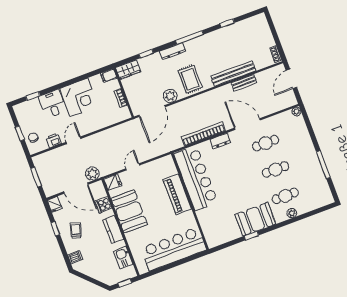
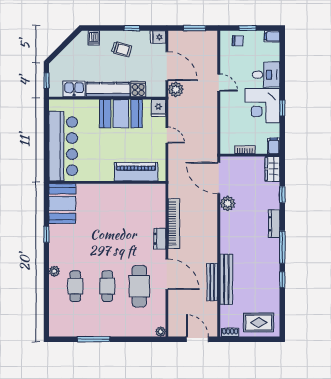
window: (227, 23) -> (282, 280), moved
rug: (190, 79) -> (259, 322), moved
bench: (244, 83) -> (212, 282), width x1.36
window: (33, 96) -> (282, 108), moved
filing cabinet: (19, 111) -> (272, 36), added
door: (247, 124) -> (167, 274), hinge flipped
printer: (54, 140) -> (227, 62), removed
cafe table: (266, 143) -> (139, 286), width x1.37, depth x1.35
bar counter: (196, 178) -> (130, 198), removed
door: (76, 188) -> (167, 66), swing flipped
piano: (177, 194) -> (136, 172), moved
plant: (292, 213) -> (54, 271), moved
booth: (255, 219) -> (62, 204), moved
kitchen counter: (113, 229) -> (108, 90), width x1.50

